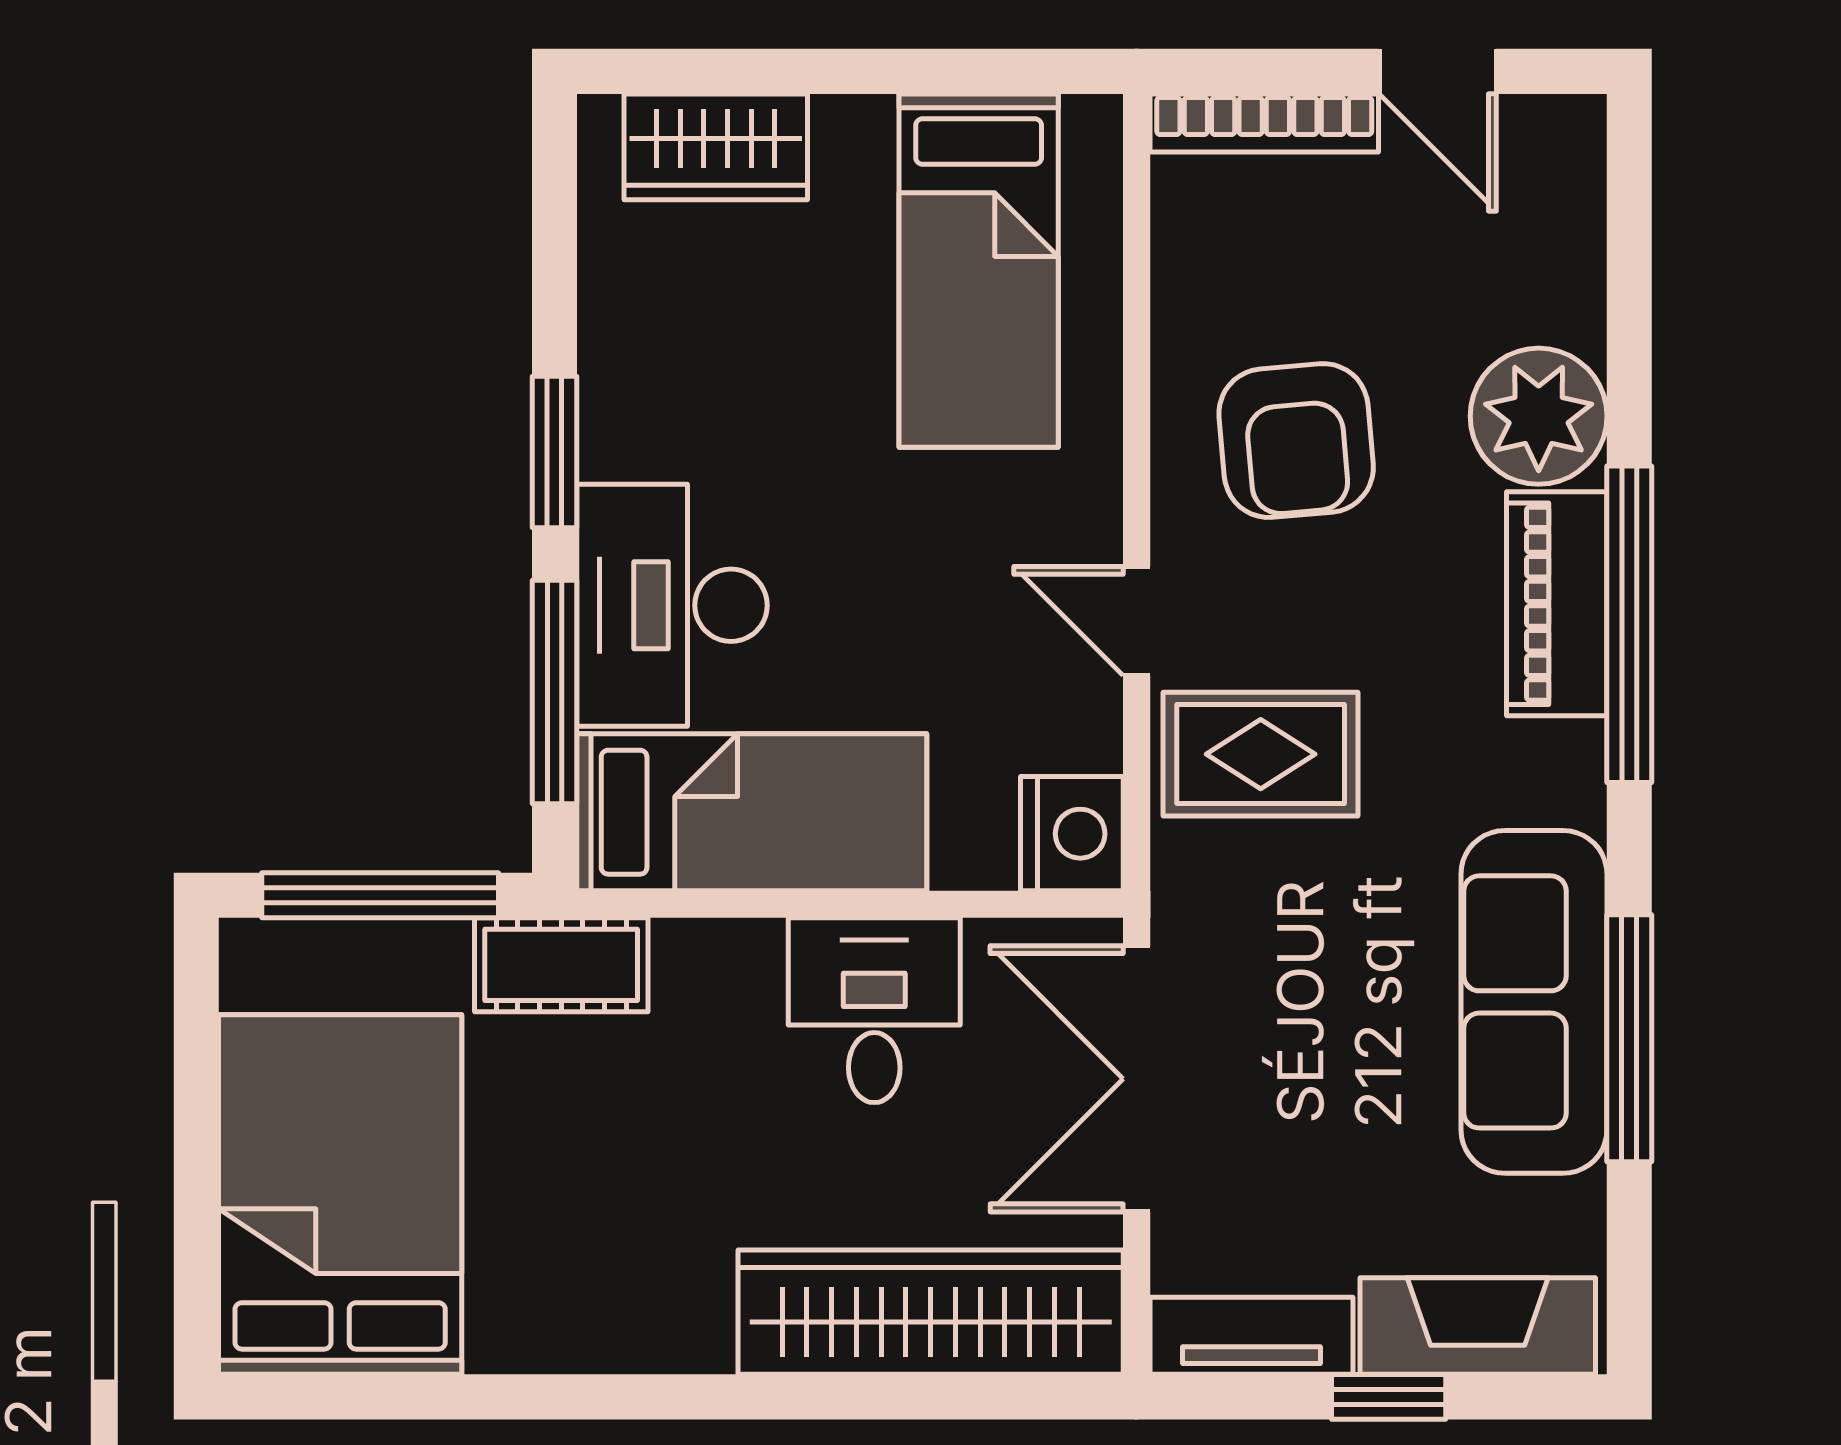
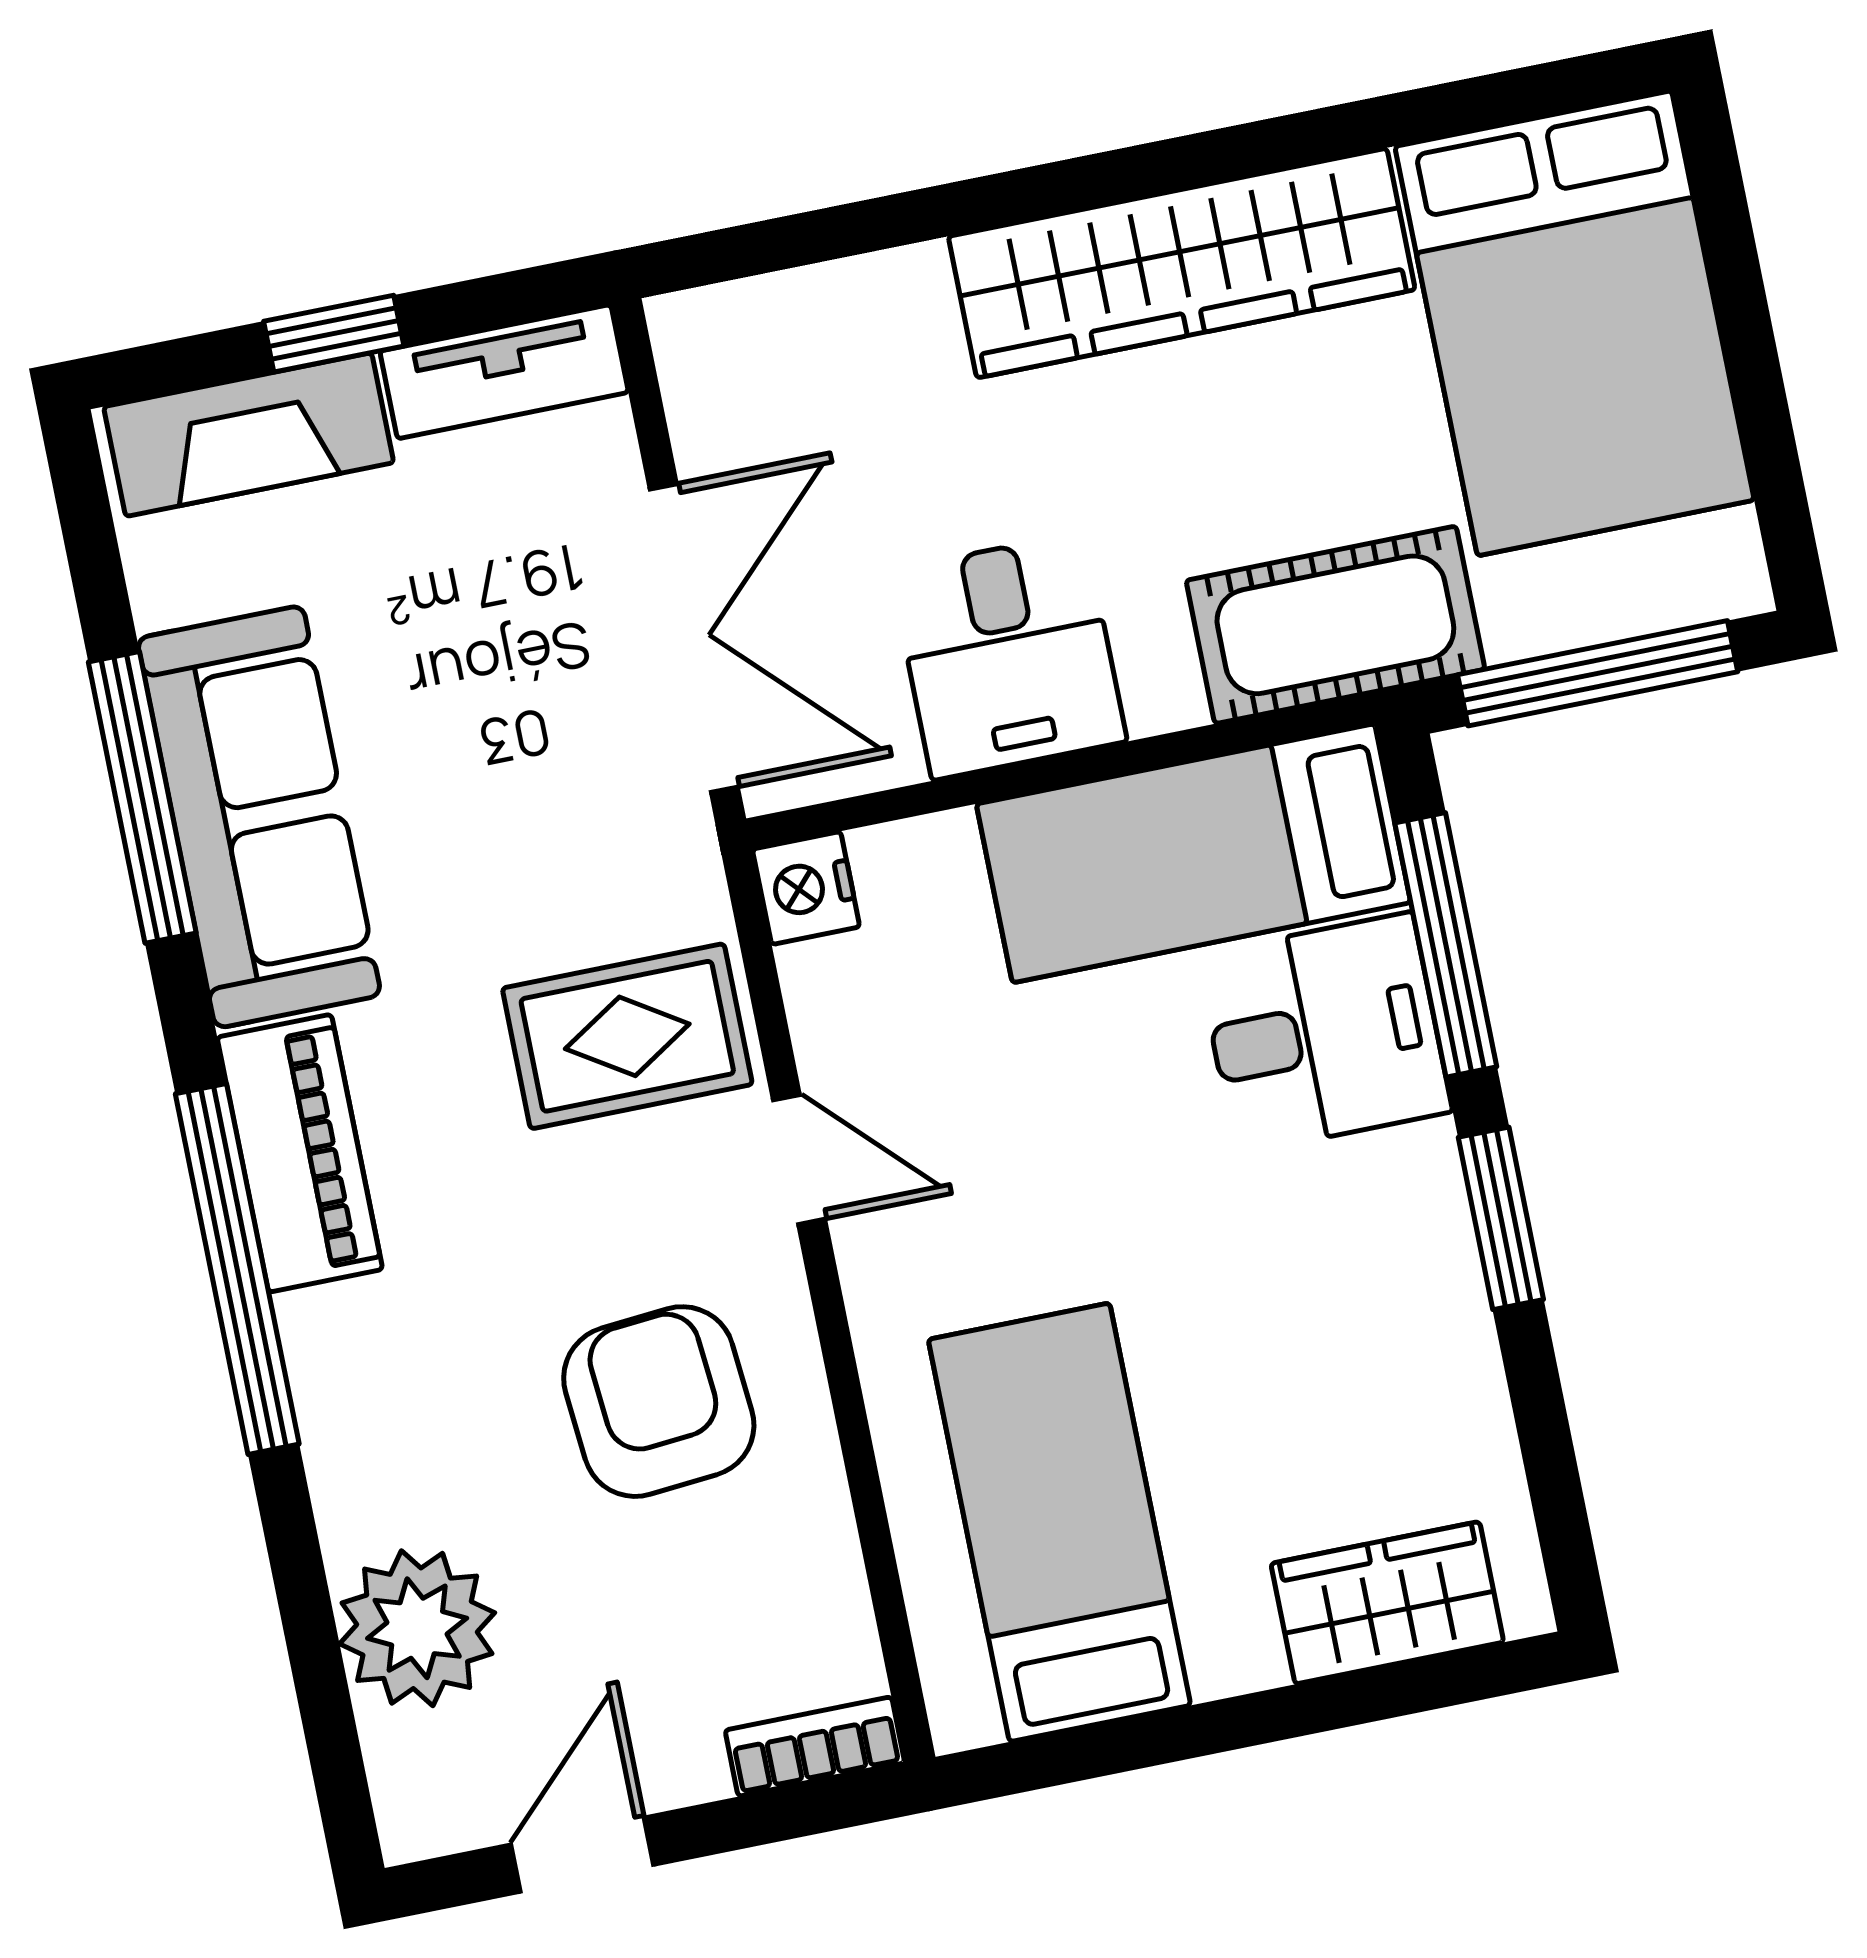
door: (1438, 71) -> (582, 1855), hinge flipped
bookcase: (1264, 123) -> (815, 1747), width x0.64
plant: (1539, 416) -> (417, 1628), moved
piano: (1557, 604) -> (300, 1153), moved
desk: (672, 605) -> (1324, 1033), width x0.73
nightstand: (1072, 834) -> (806, 888), width x0.74, depth x0.75
cot: (561, 965) -> (1335, 625), width x1.37, depth x1.34
wardrobe: (931, 1312) -> (1182, 263), moved

